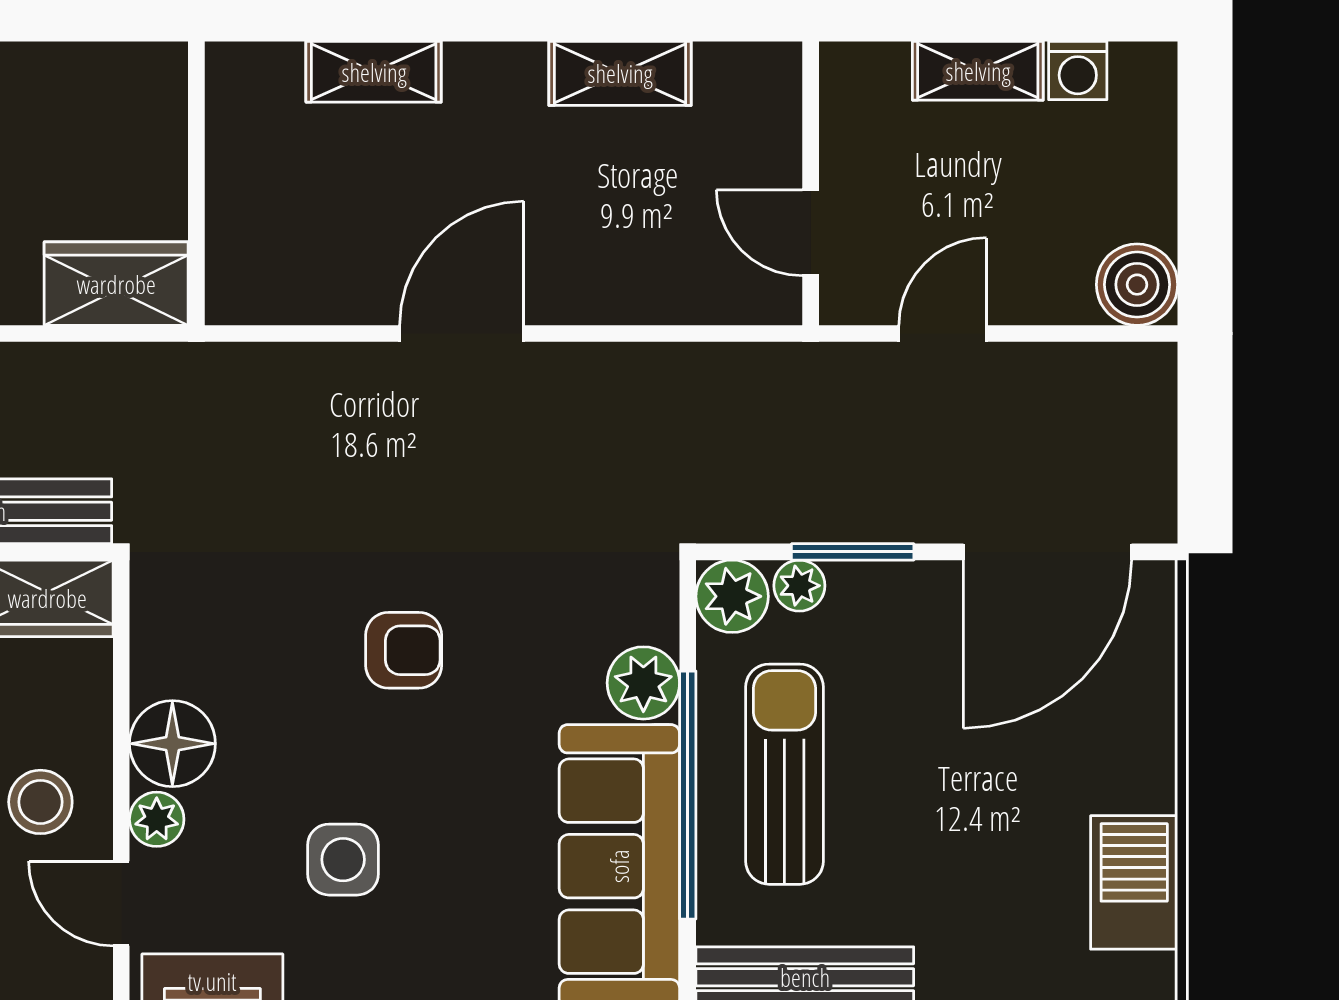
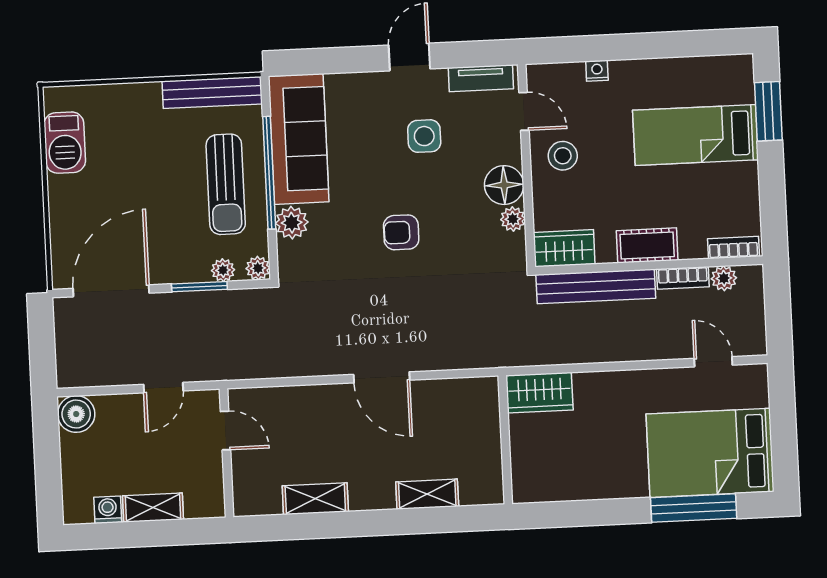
door: (462, 333) -> (382, 377), hinge flipped
plant: (732, 596) -> (258, 268), width x0.73, depth x0.73
plant: (157, 819) -> (513, 219), moved

